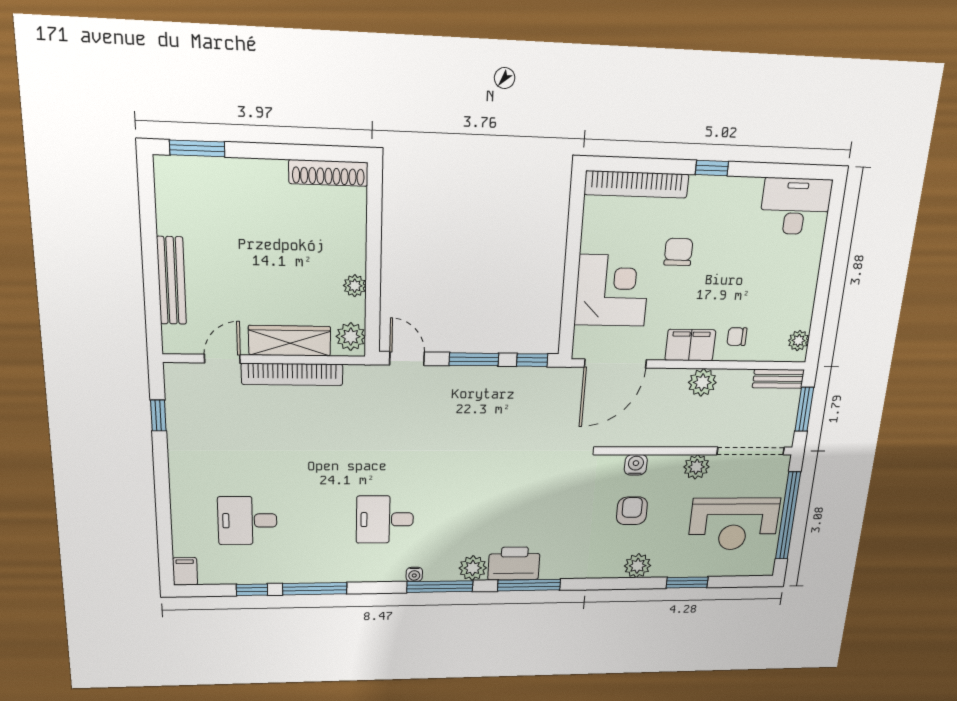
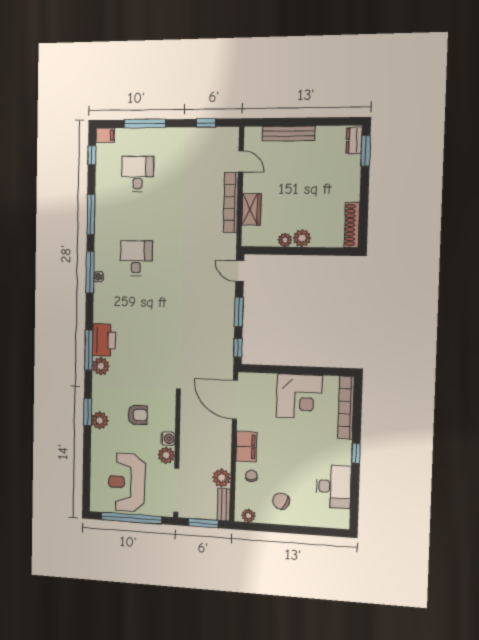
dresser: (179, 169) -> (354, 140), added
desk: (795, 206) -> (334, 487), moved
chair: (678, 252) -> (281, 501), moved, turned -153
corner desk: (612, 291) -> (299, 396), moved
plant: (351, 337) -> (302, 238), moved
wardrobe: (290, 341) -> (251, 209), width x0.67
door: (407, 358) -> (240, 271), swing flipped
plant: (702, 382) -> (222, 478), moved
water cooler: (636, 465) -> (168, 439), moved
window: (163, 512) -> (145, 124), added
plant: (473, 568) -> (101, 366), moved
window: (687, 582) -> (88, 412), moved
window: (440, 587) -> (90, 272), moved
window: (252, 590) -> (92, 155), moved

